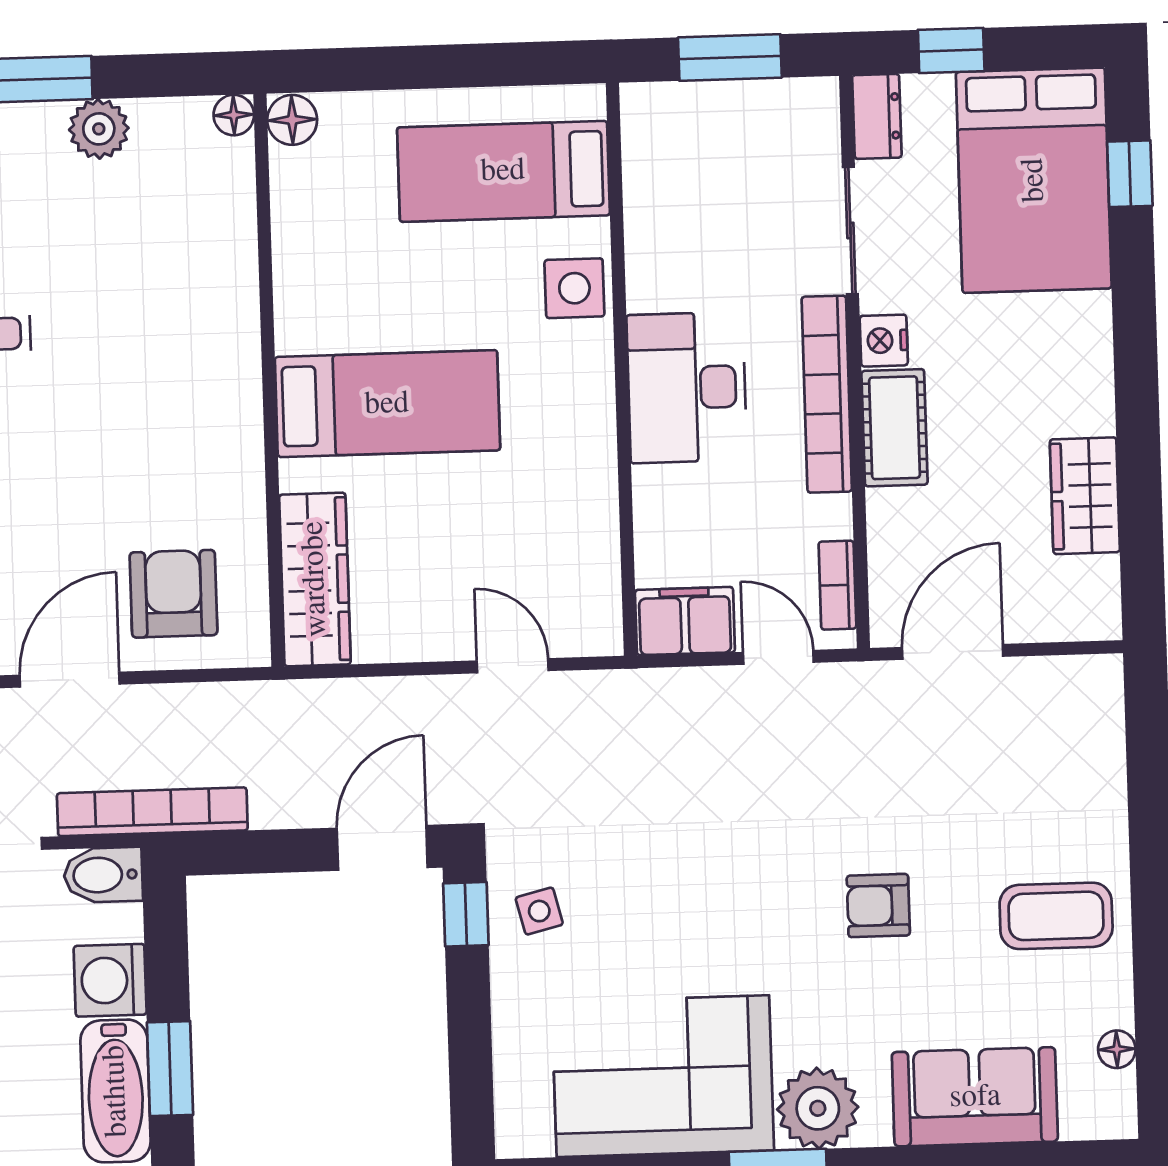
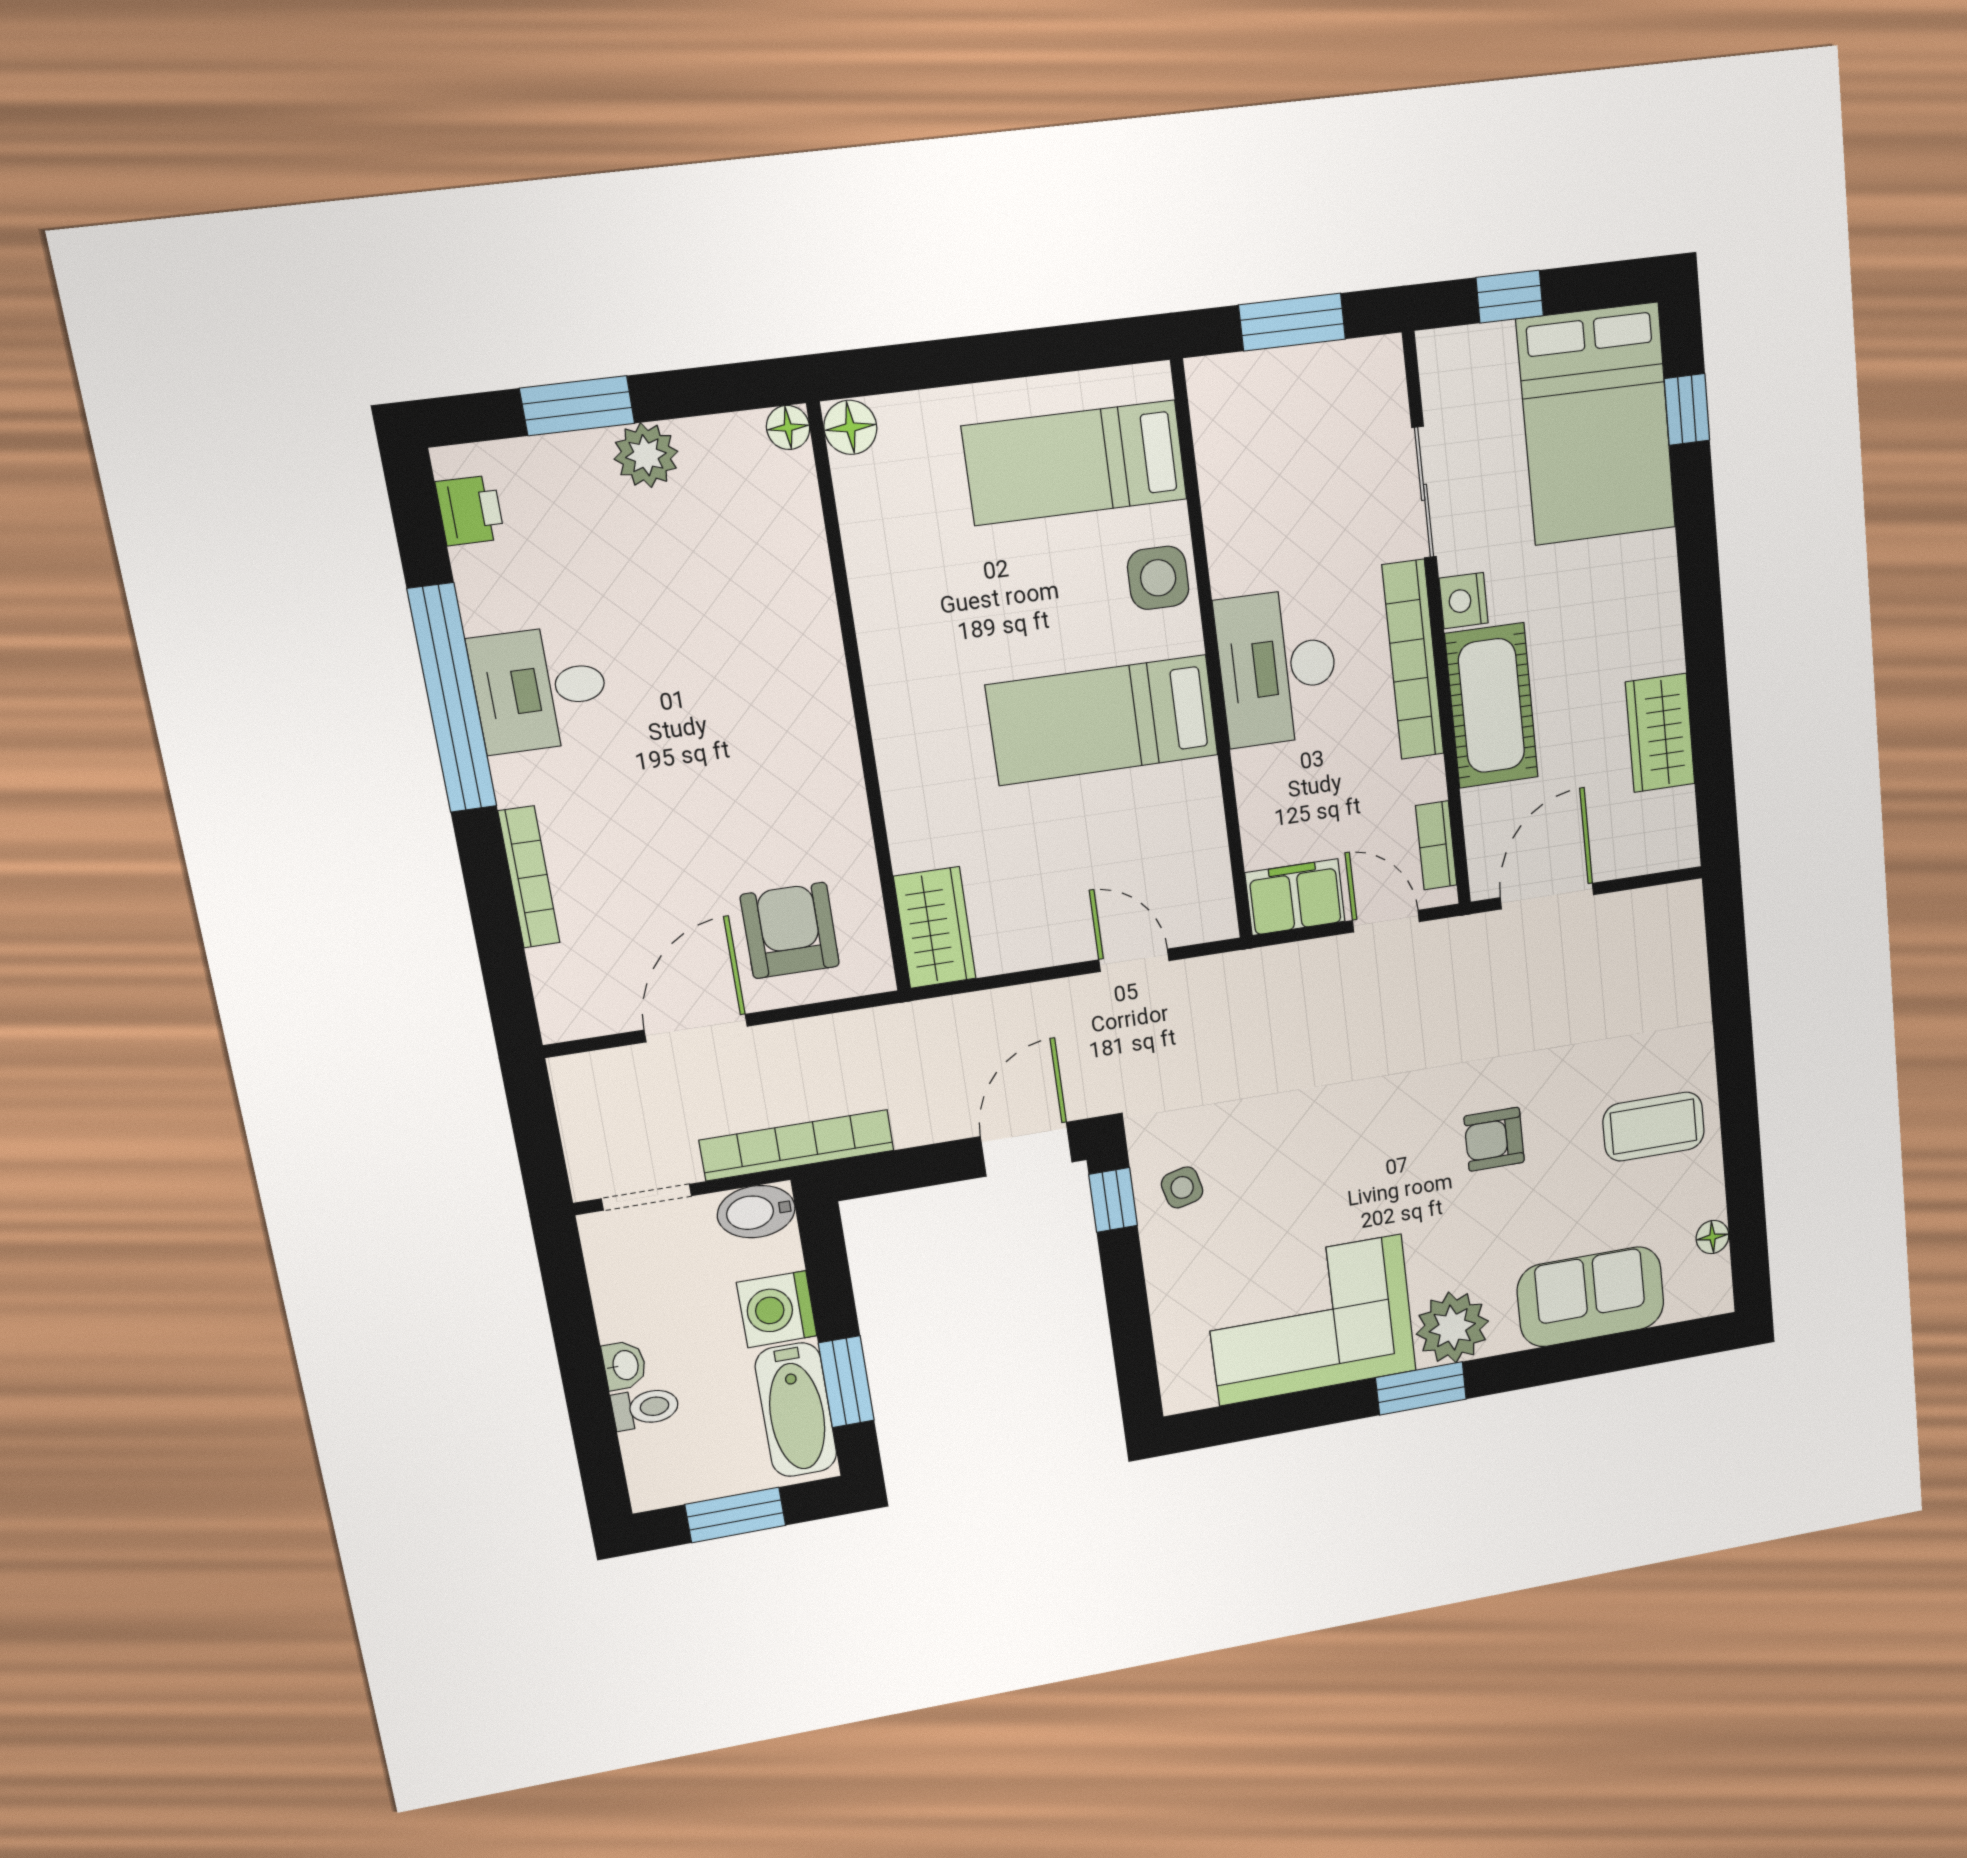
dresser: (877, 116) -> (1442, 372), removed
bed: (387, 404) -> (1102, 720), moved, turned 180
cot: (895, 428) -> (1491, 706), width x1.37, depth x1.34
wardrobe: (315, 579) -> (935, 928), width x0.67

